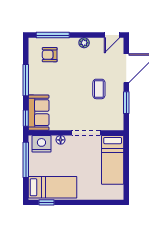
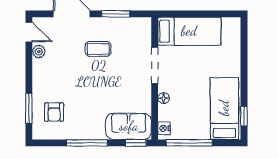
window: (53, 35) -> (29, 108), width x0.69
plant: (84, 43) -> (39, 52), moved
nightstand: (41, 144) -> (164, 128), width x0.53, depth x0.56

